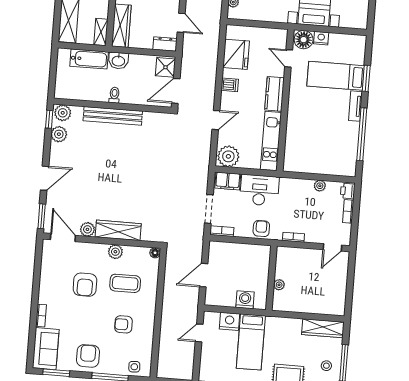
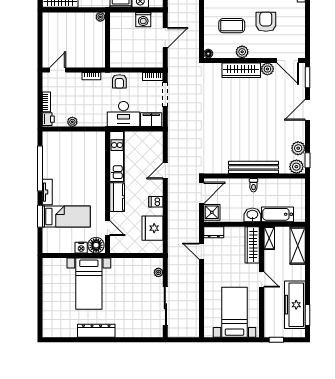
plant: (228, 156) -> (152, 141), removed
plant: (279, 285) -> (100, 17), moved
washing machine: (245, 300) -> (143, 20), moved

